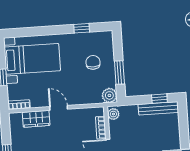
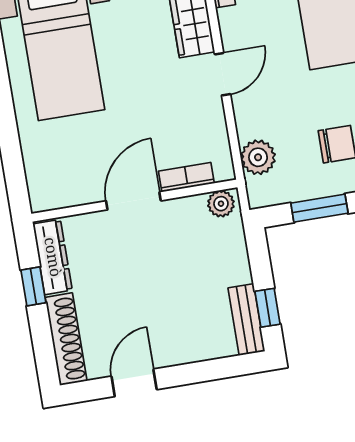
plant: (109, 95) -> (258, 157), moved
bench: (158, 108) -> (246, 320), width x0.73

